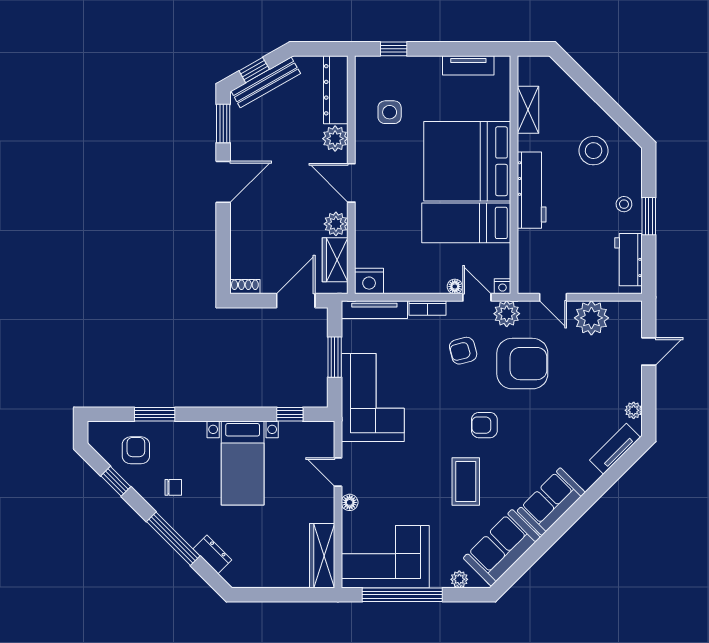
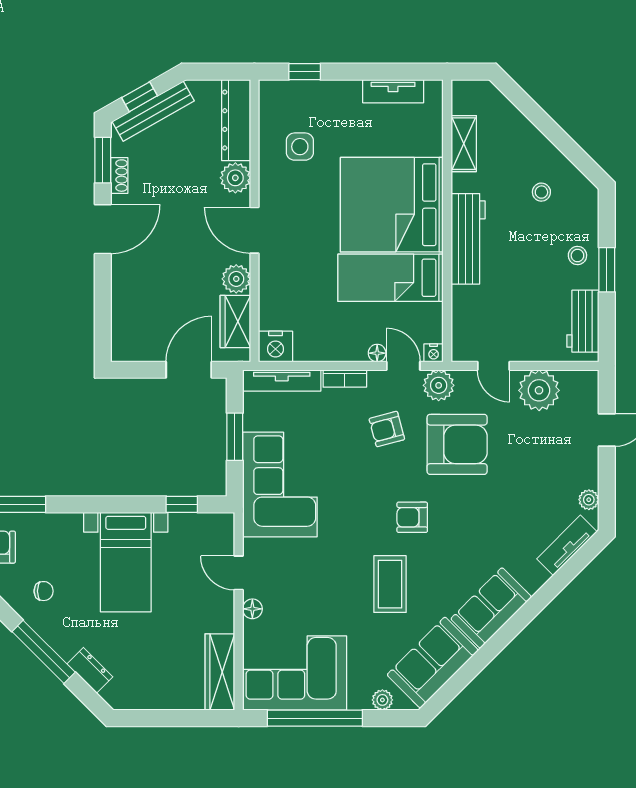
stool: (594, 151) -> (541, 192), width x0.53, depth x0.53
shoe rack: (245, 287) -> (119, 176), moved, turned 90

